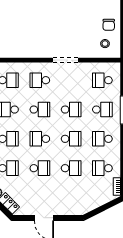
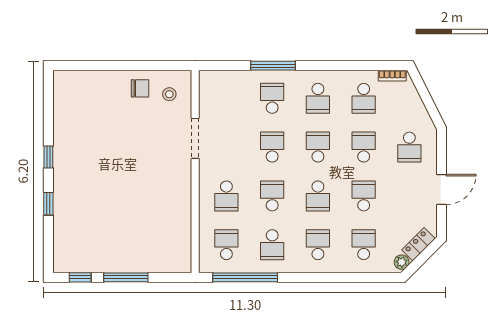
doorway: (65, 60) -> (195, 138), moved
school desk: (102, 80) -> (409, 147), moved

